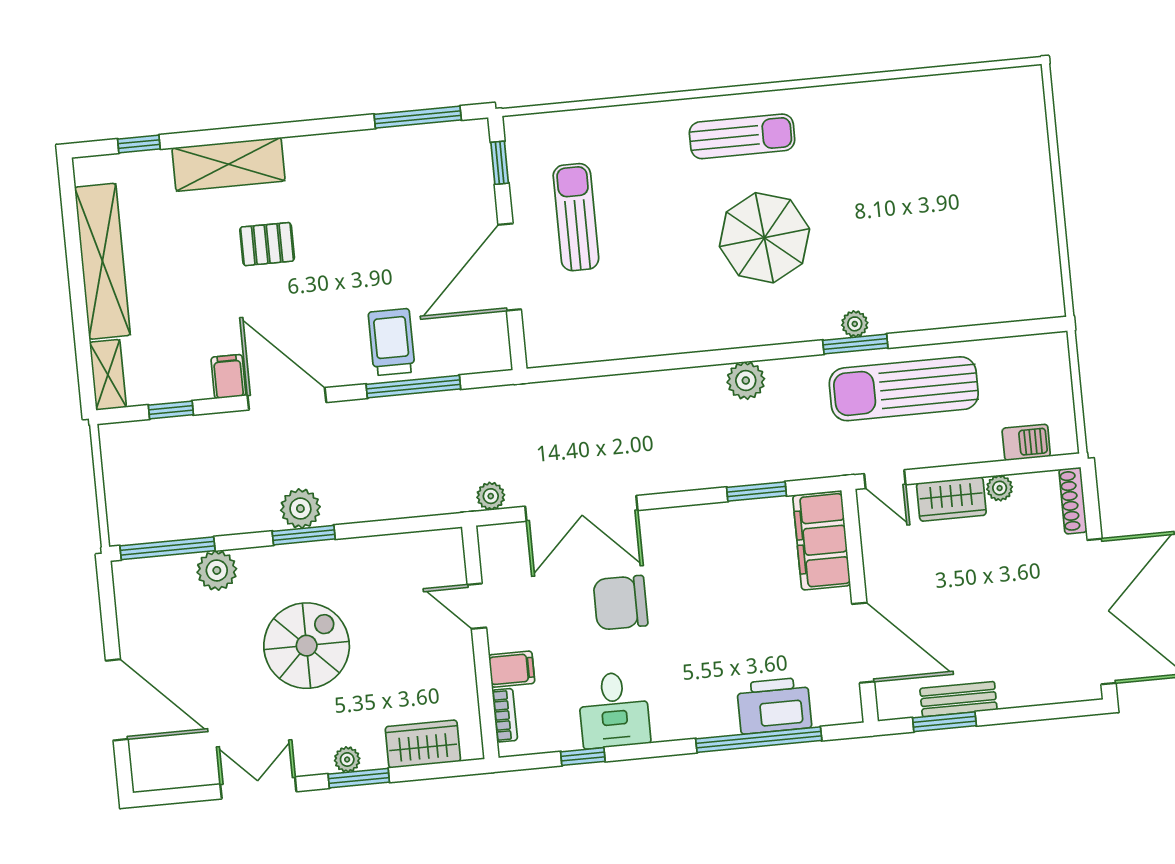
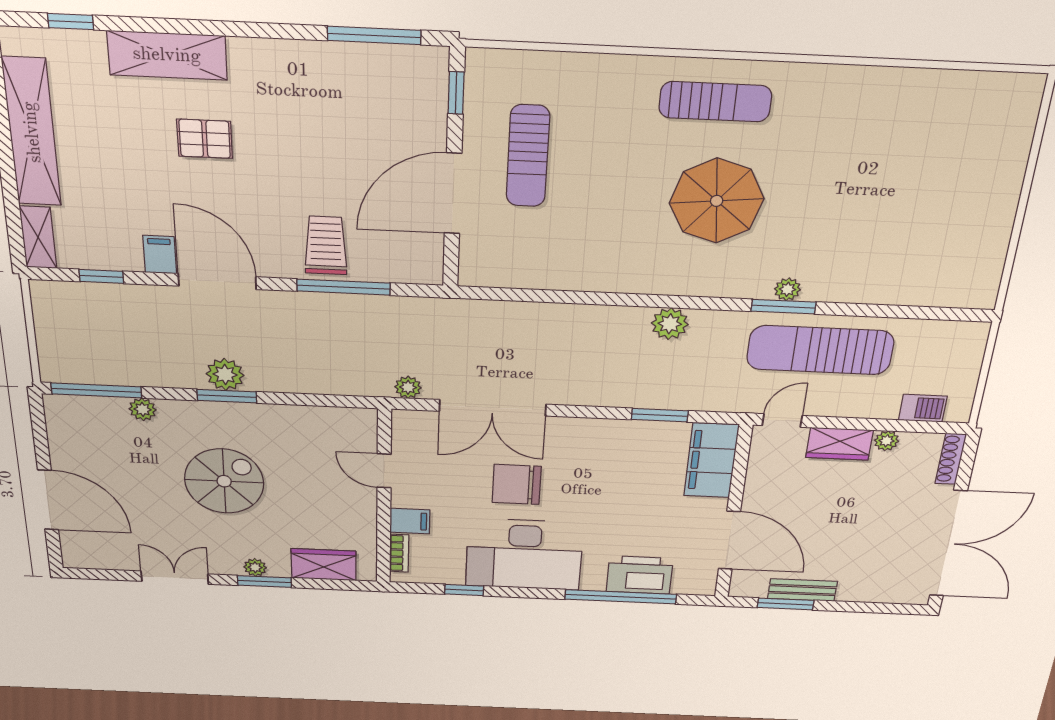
sun lounger: (576, 217) -> (528, 156), turned 180
door: (885, 479) -> (782, 421), swing flipped
plant: (217, 570) -> (143, 409), width x0.73, depth x0.73
desk: (614, 710) -> (524, 554), width x1.87, depth x1.30

